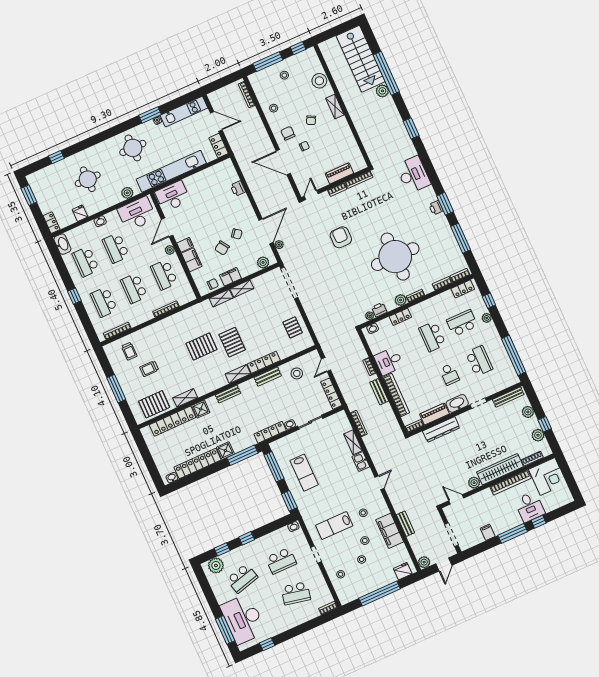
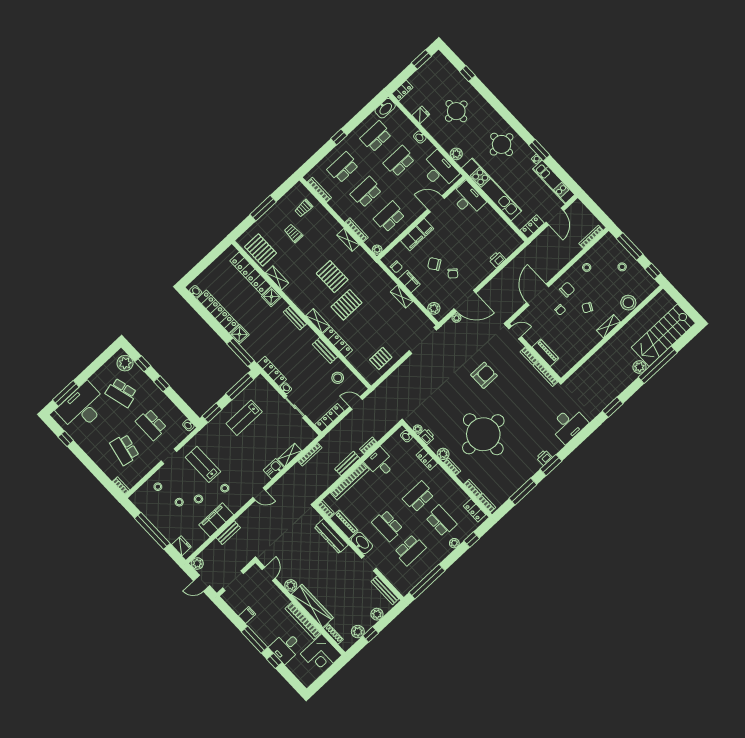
plant: (170, 250) -> (377, 250), moved
shelving: (221, 298) -> (348, 240), moved
school desk: (449, 374) -> (387, 526), width x1.85

